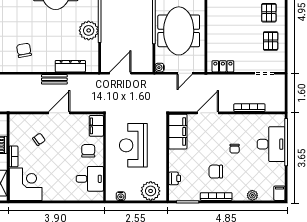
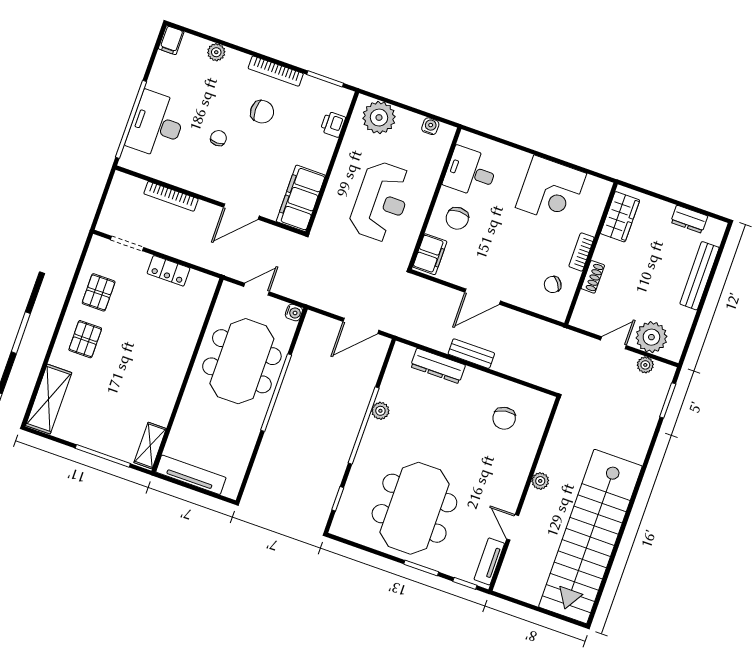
plant: (89, 30) -> (380, 411), width x0.53, depth x0.53
locker: (223, 66) -> (169, 271), moved
chair: (39, 139) -> (553, 285), moved
corner desk: (26, 184) -> (551, 190), moved, turned -90

